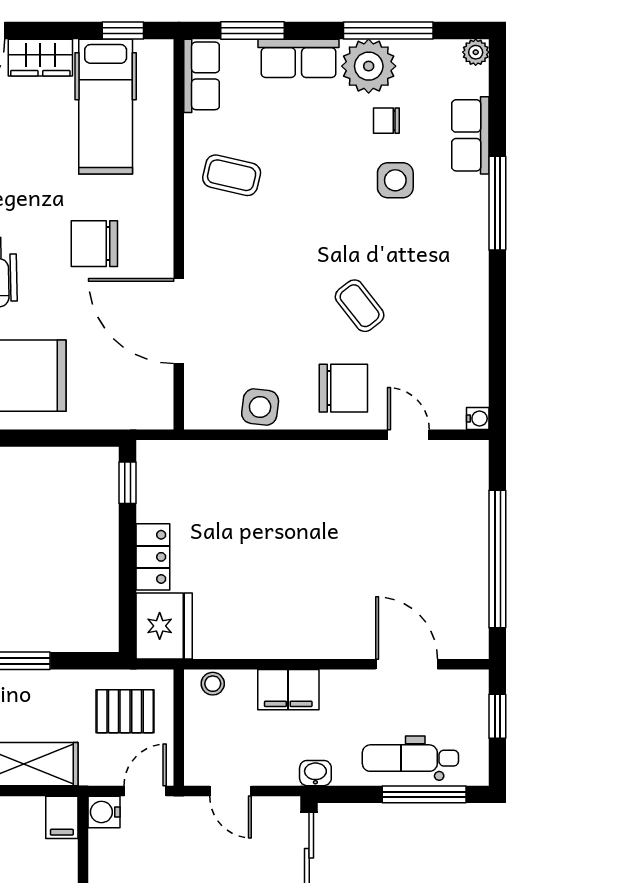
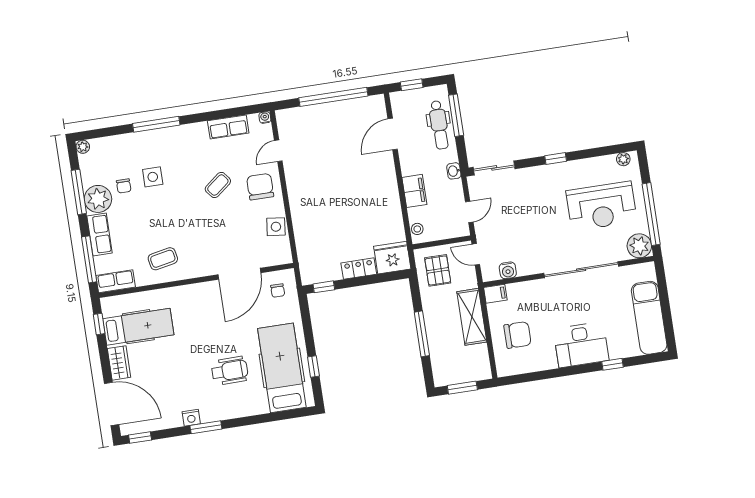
window: (253, 30) -> (89, 259), width x1.44
row of seats: (470, 135) -> (228, 127), moved
coffee table: (232, 175) -> (163, 259), turned 66
chair: (94, 244) -> (278, 291), moved, width x0.54, depth x0.54
water cooler: (104, 812) -> (508, 270), moved

